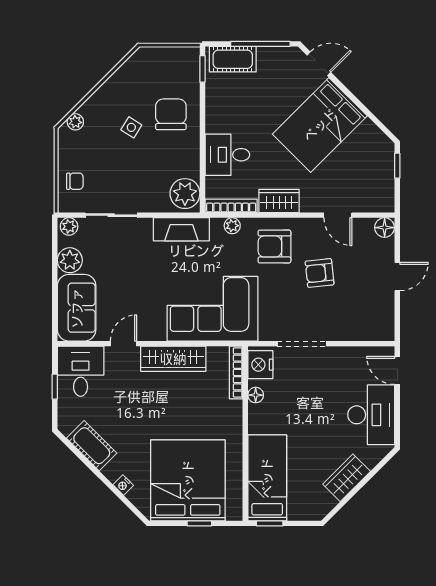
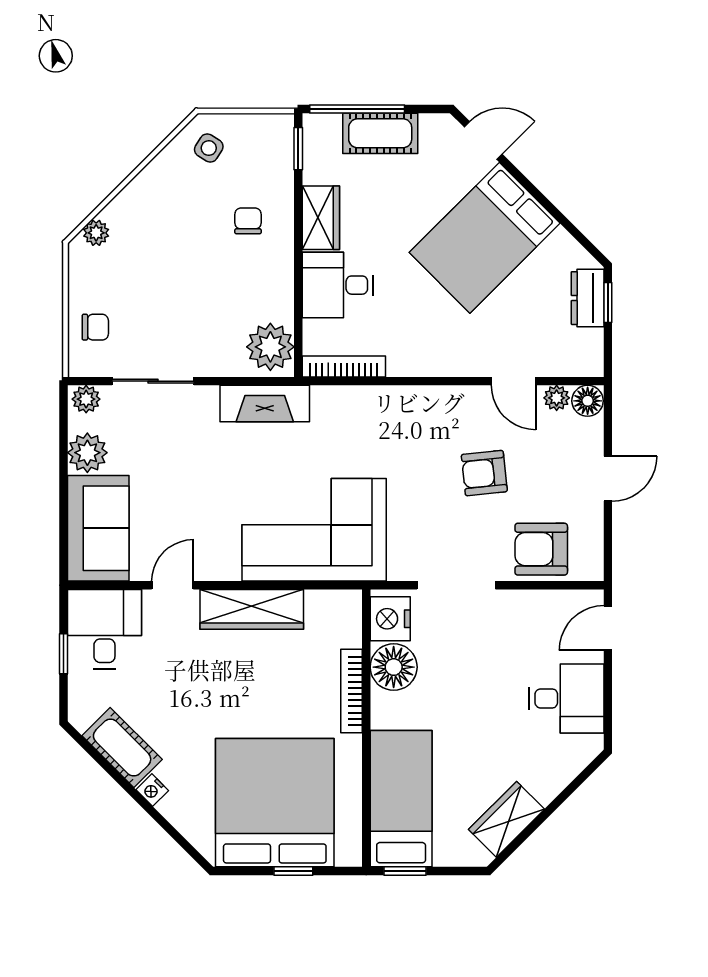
window: (260, 44) -> (357, 109), moved
cot: (233, 59) -> (380, 133), moved
chair: (171, 114) -> (248, 221), width x0.54, depth x0.54
side table: (131, 127) -> (209, 148), moved
dresser: (385, 163) -> (588, 298), added
wardrobe: (279, 201) -> (321, 218), moved, turned 90
plant: (232, 226) -> (557, 398), moved
armchair: (274, 246) -> (541, 549), moved
door: (397, 370) -> (608, 628), hinge flipped
bookcase: (236, 372) -> (351, 691), moved
floor lamp: (256, 395) -> (394, 667), width x1.89, depth x1.89
desk: (371, 415) -> (566, 698), width x0.73
wardrobe: (347, 478) -> (507, 819), moved
nightstand: (123, 485) -> (152, 790), moved

